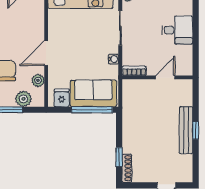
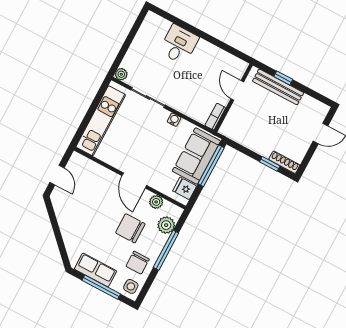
bookcase: (134, 71) -> (215, 117), moved
wall: (157, 77) -> (233, 98), moved
door: (165, 77) -> (237, 90), moved

